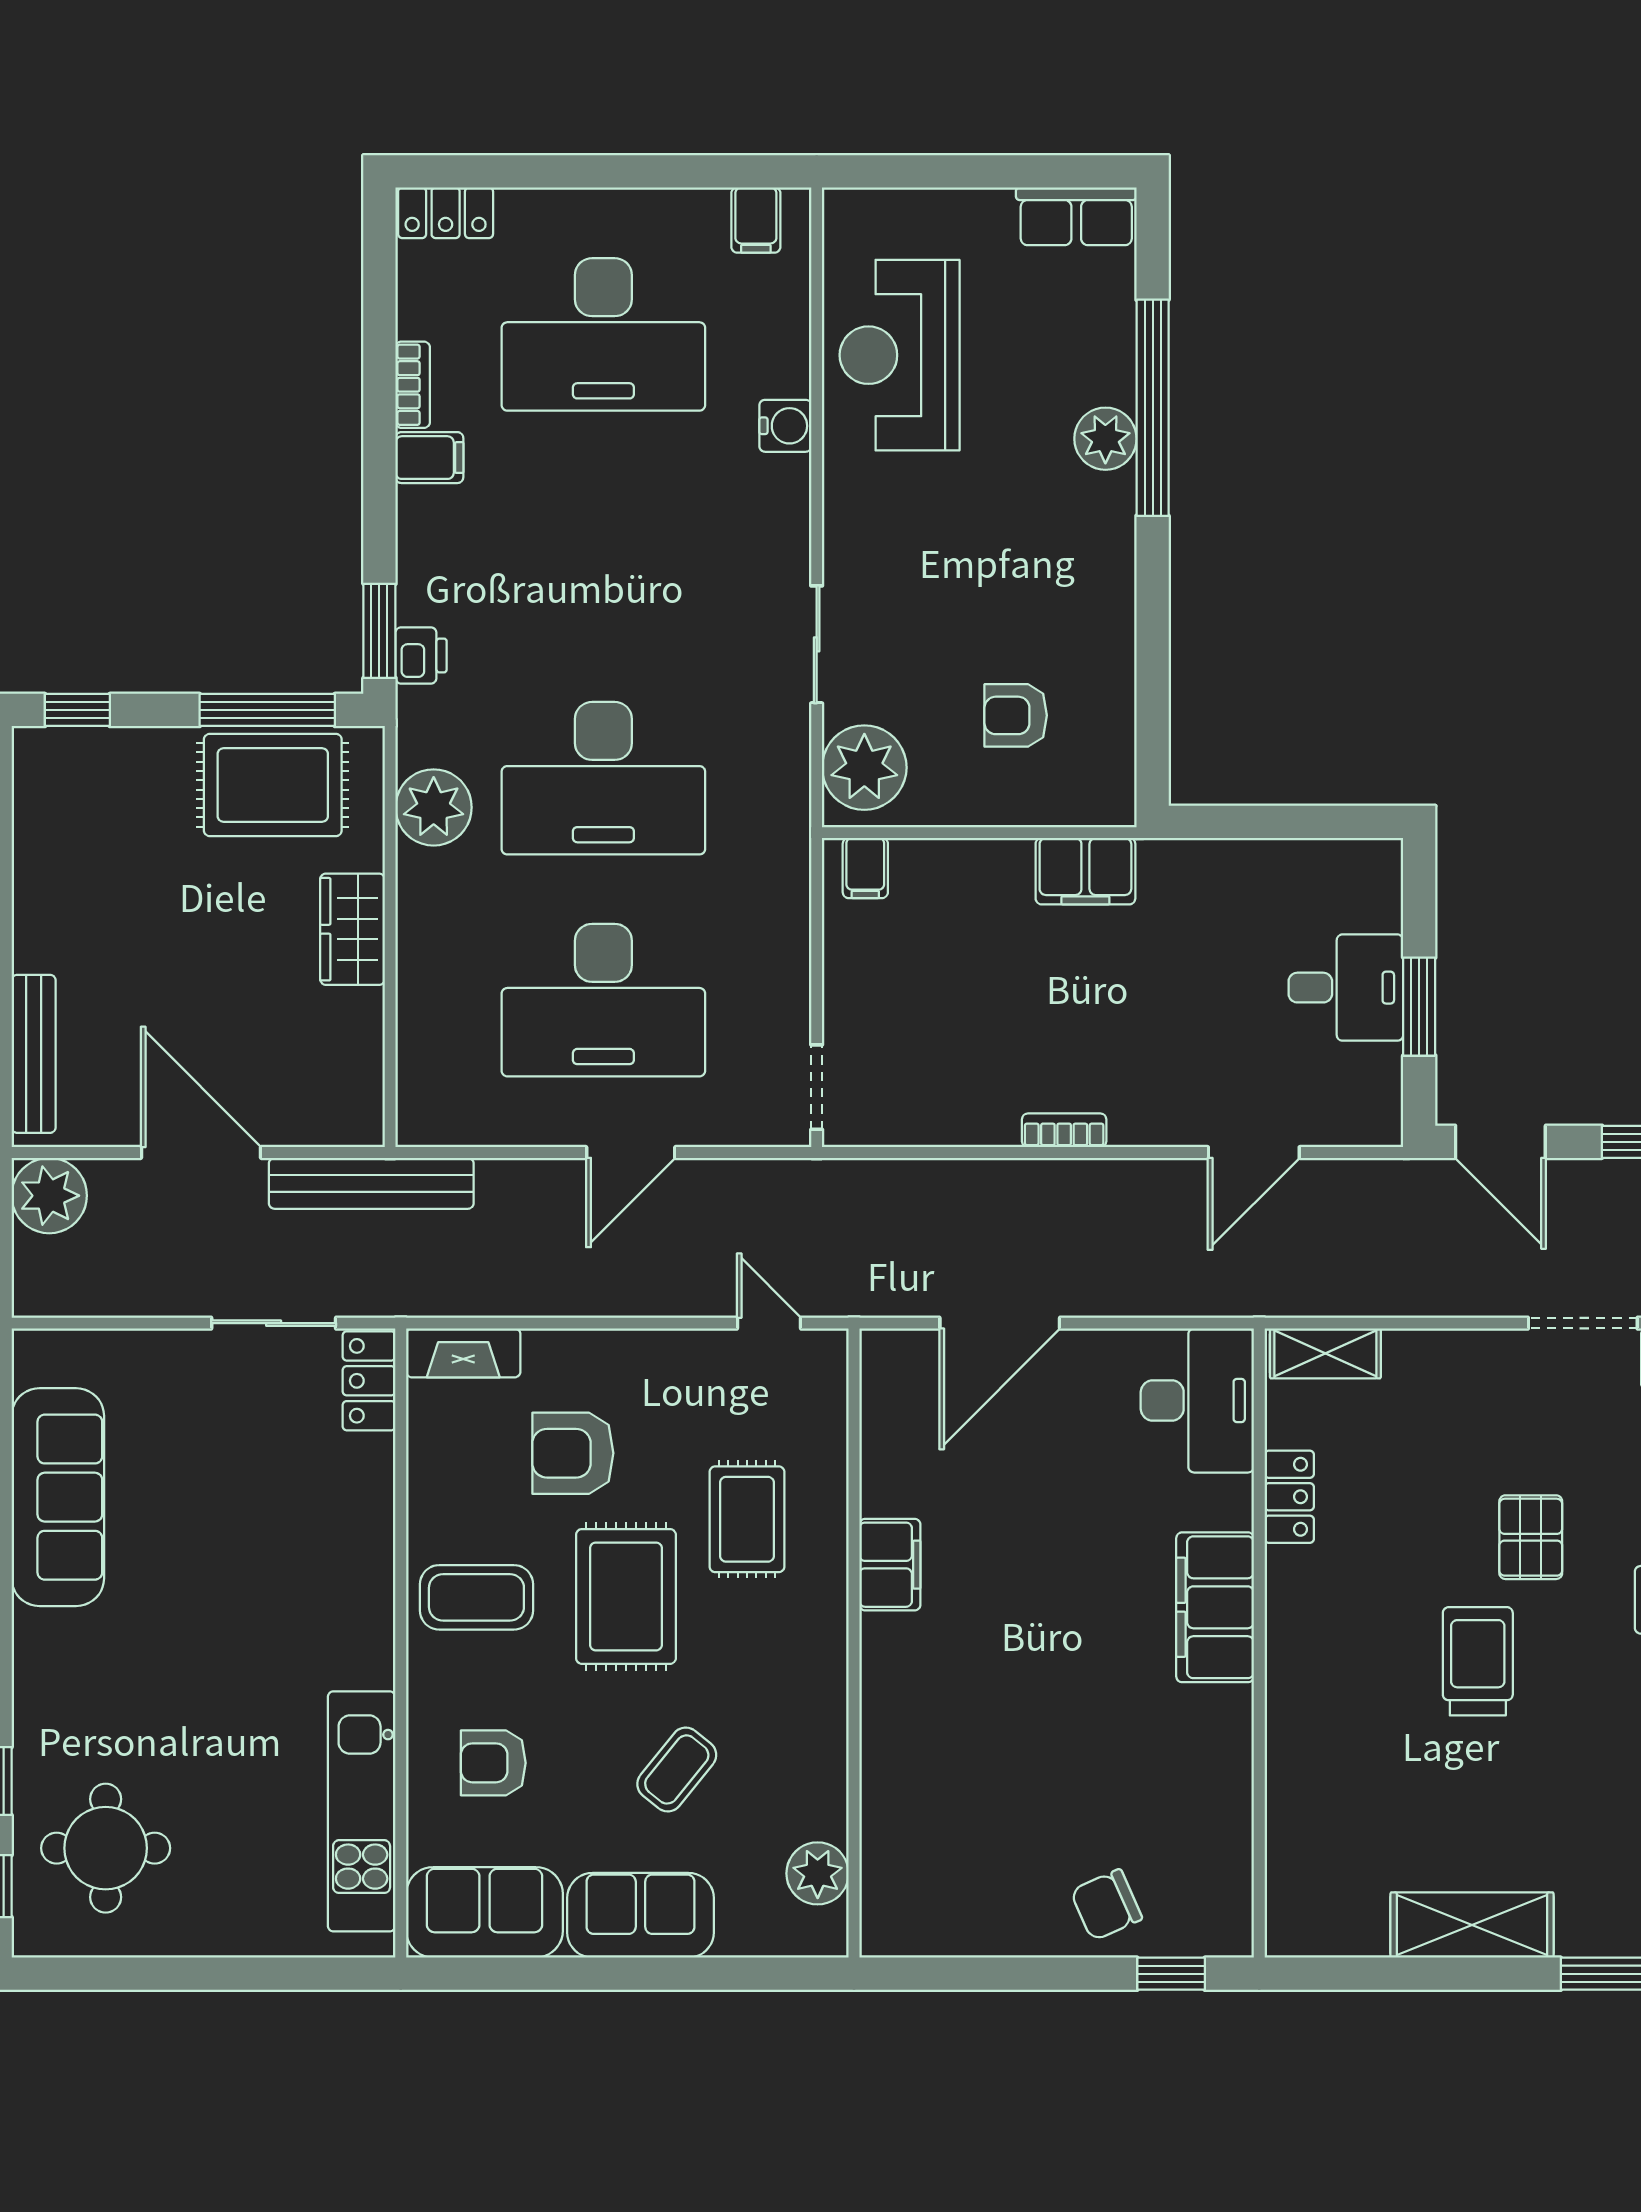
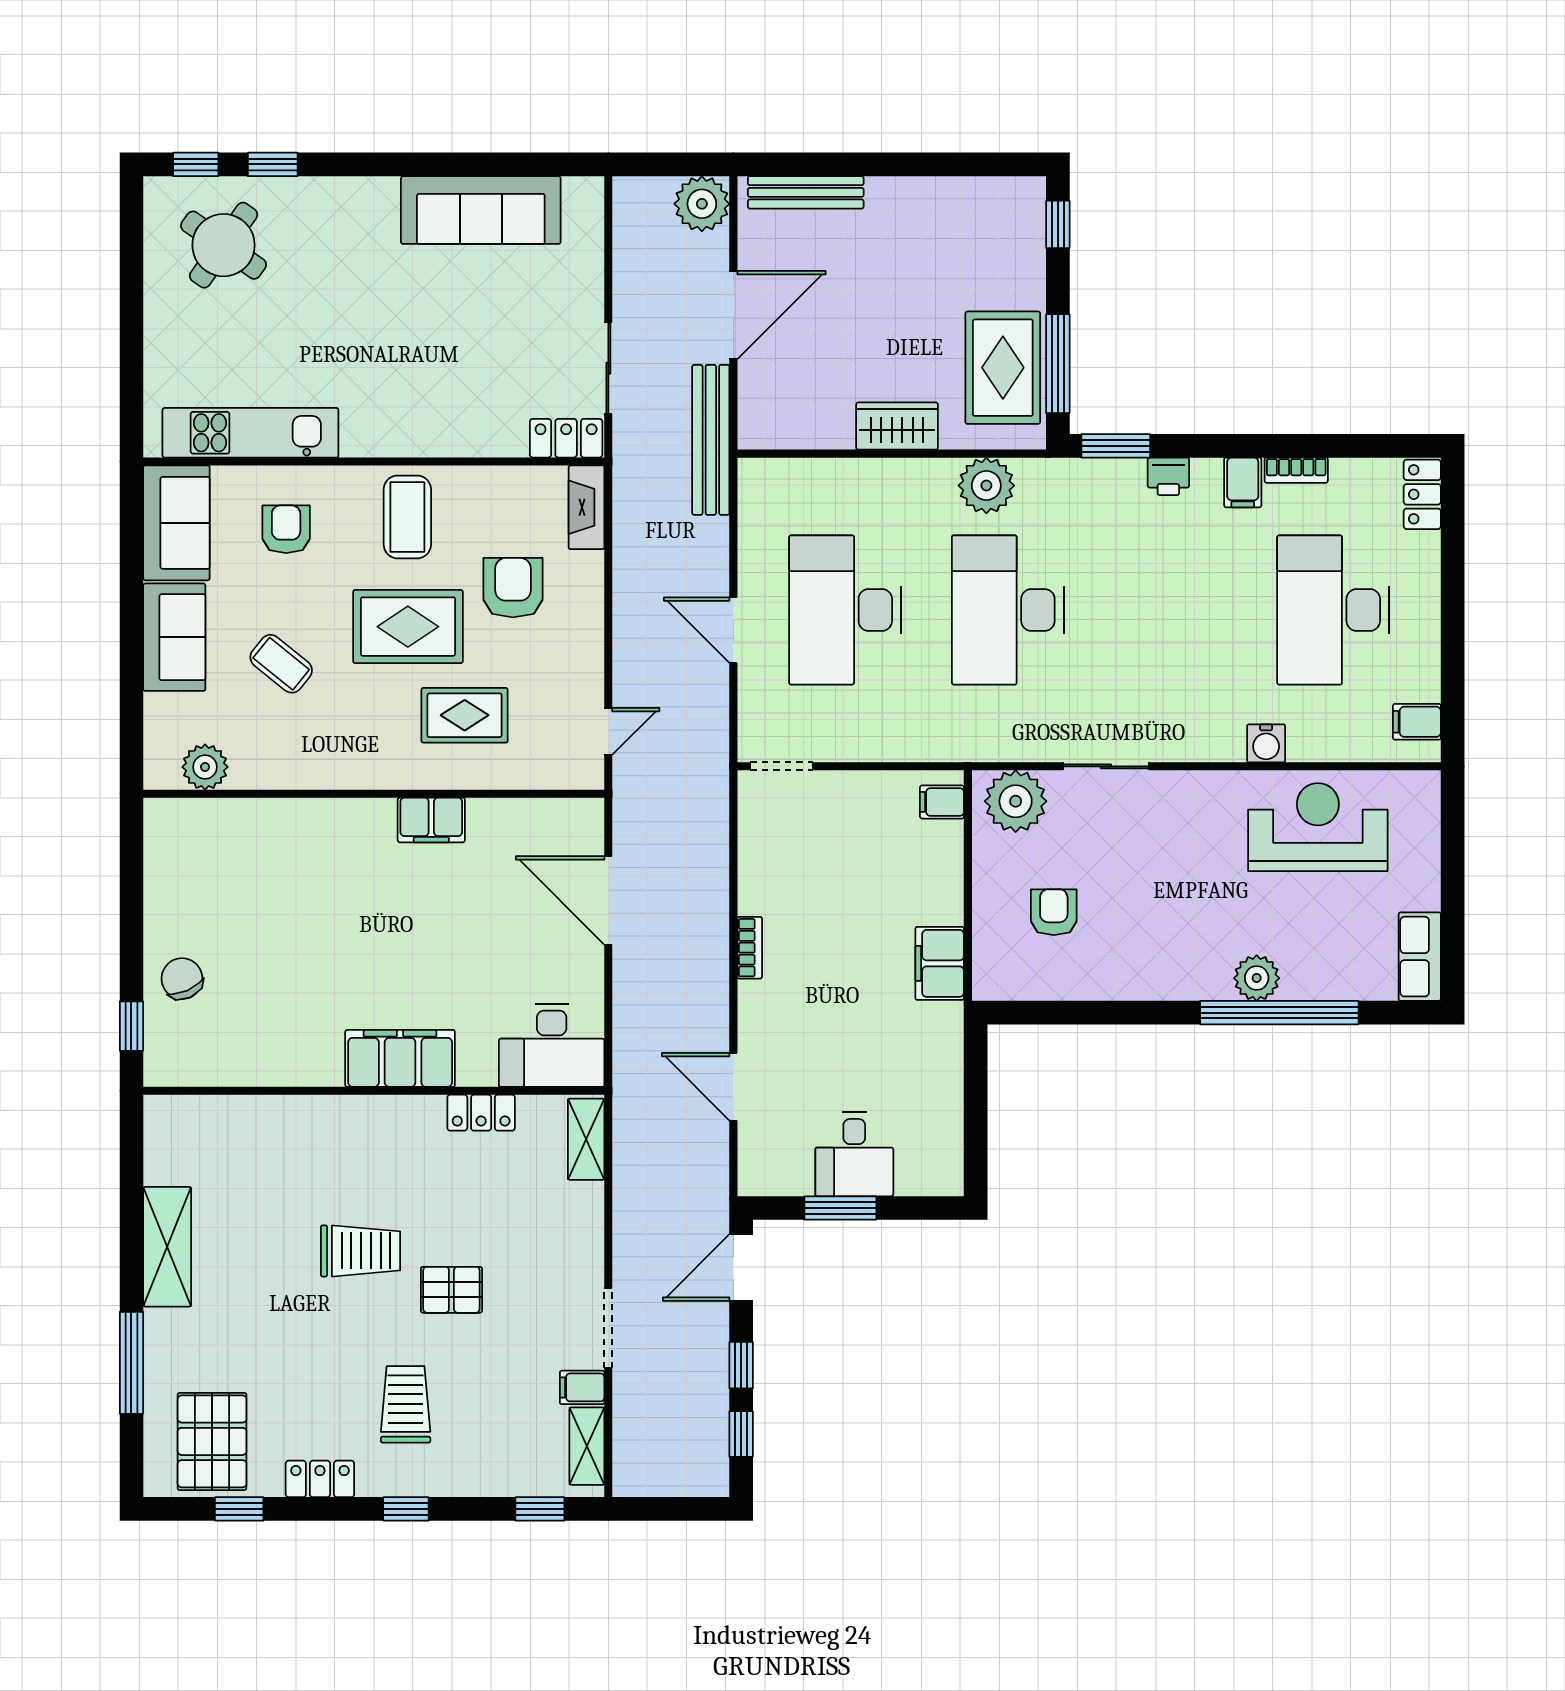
printer: (421, 655) -> (1168, 476), moved
round table: (106, 1848) -> (224, 245), turned 35

